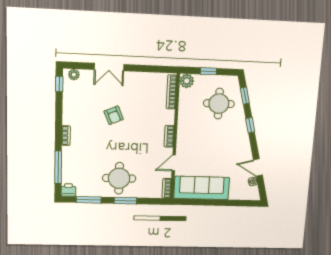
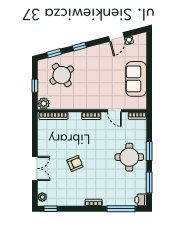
round table: (219, 104) -> (62, 75), turned -35
sofa: (202, 188) -> (136, 79), width x0.73

